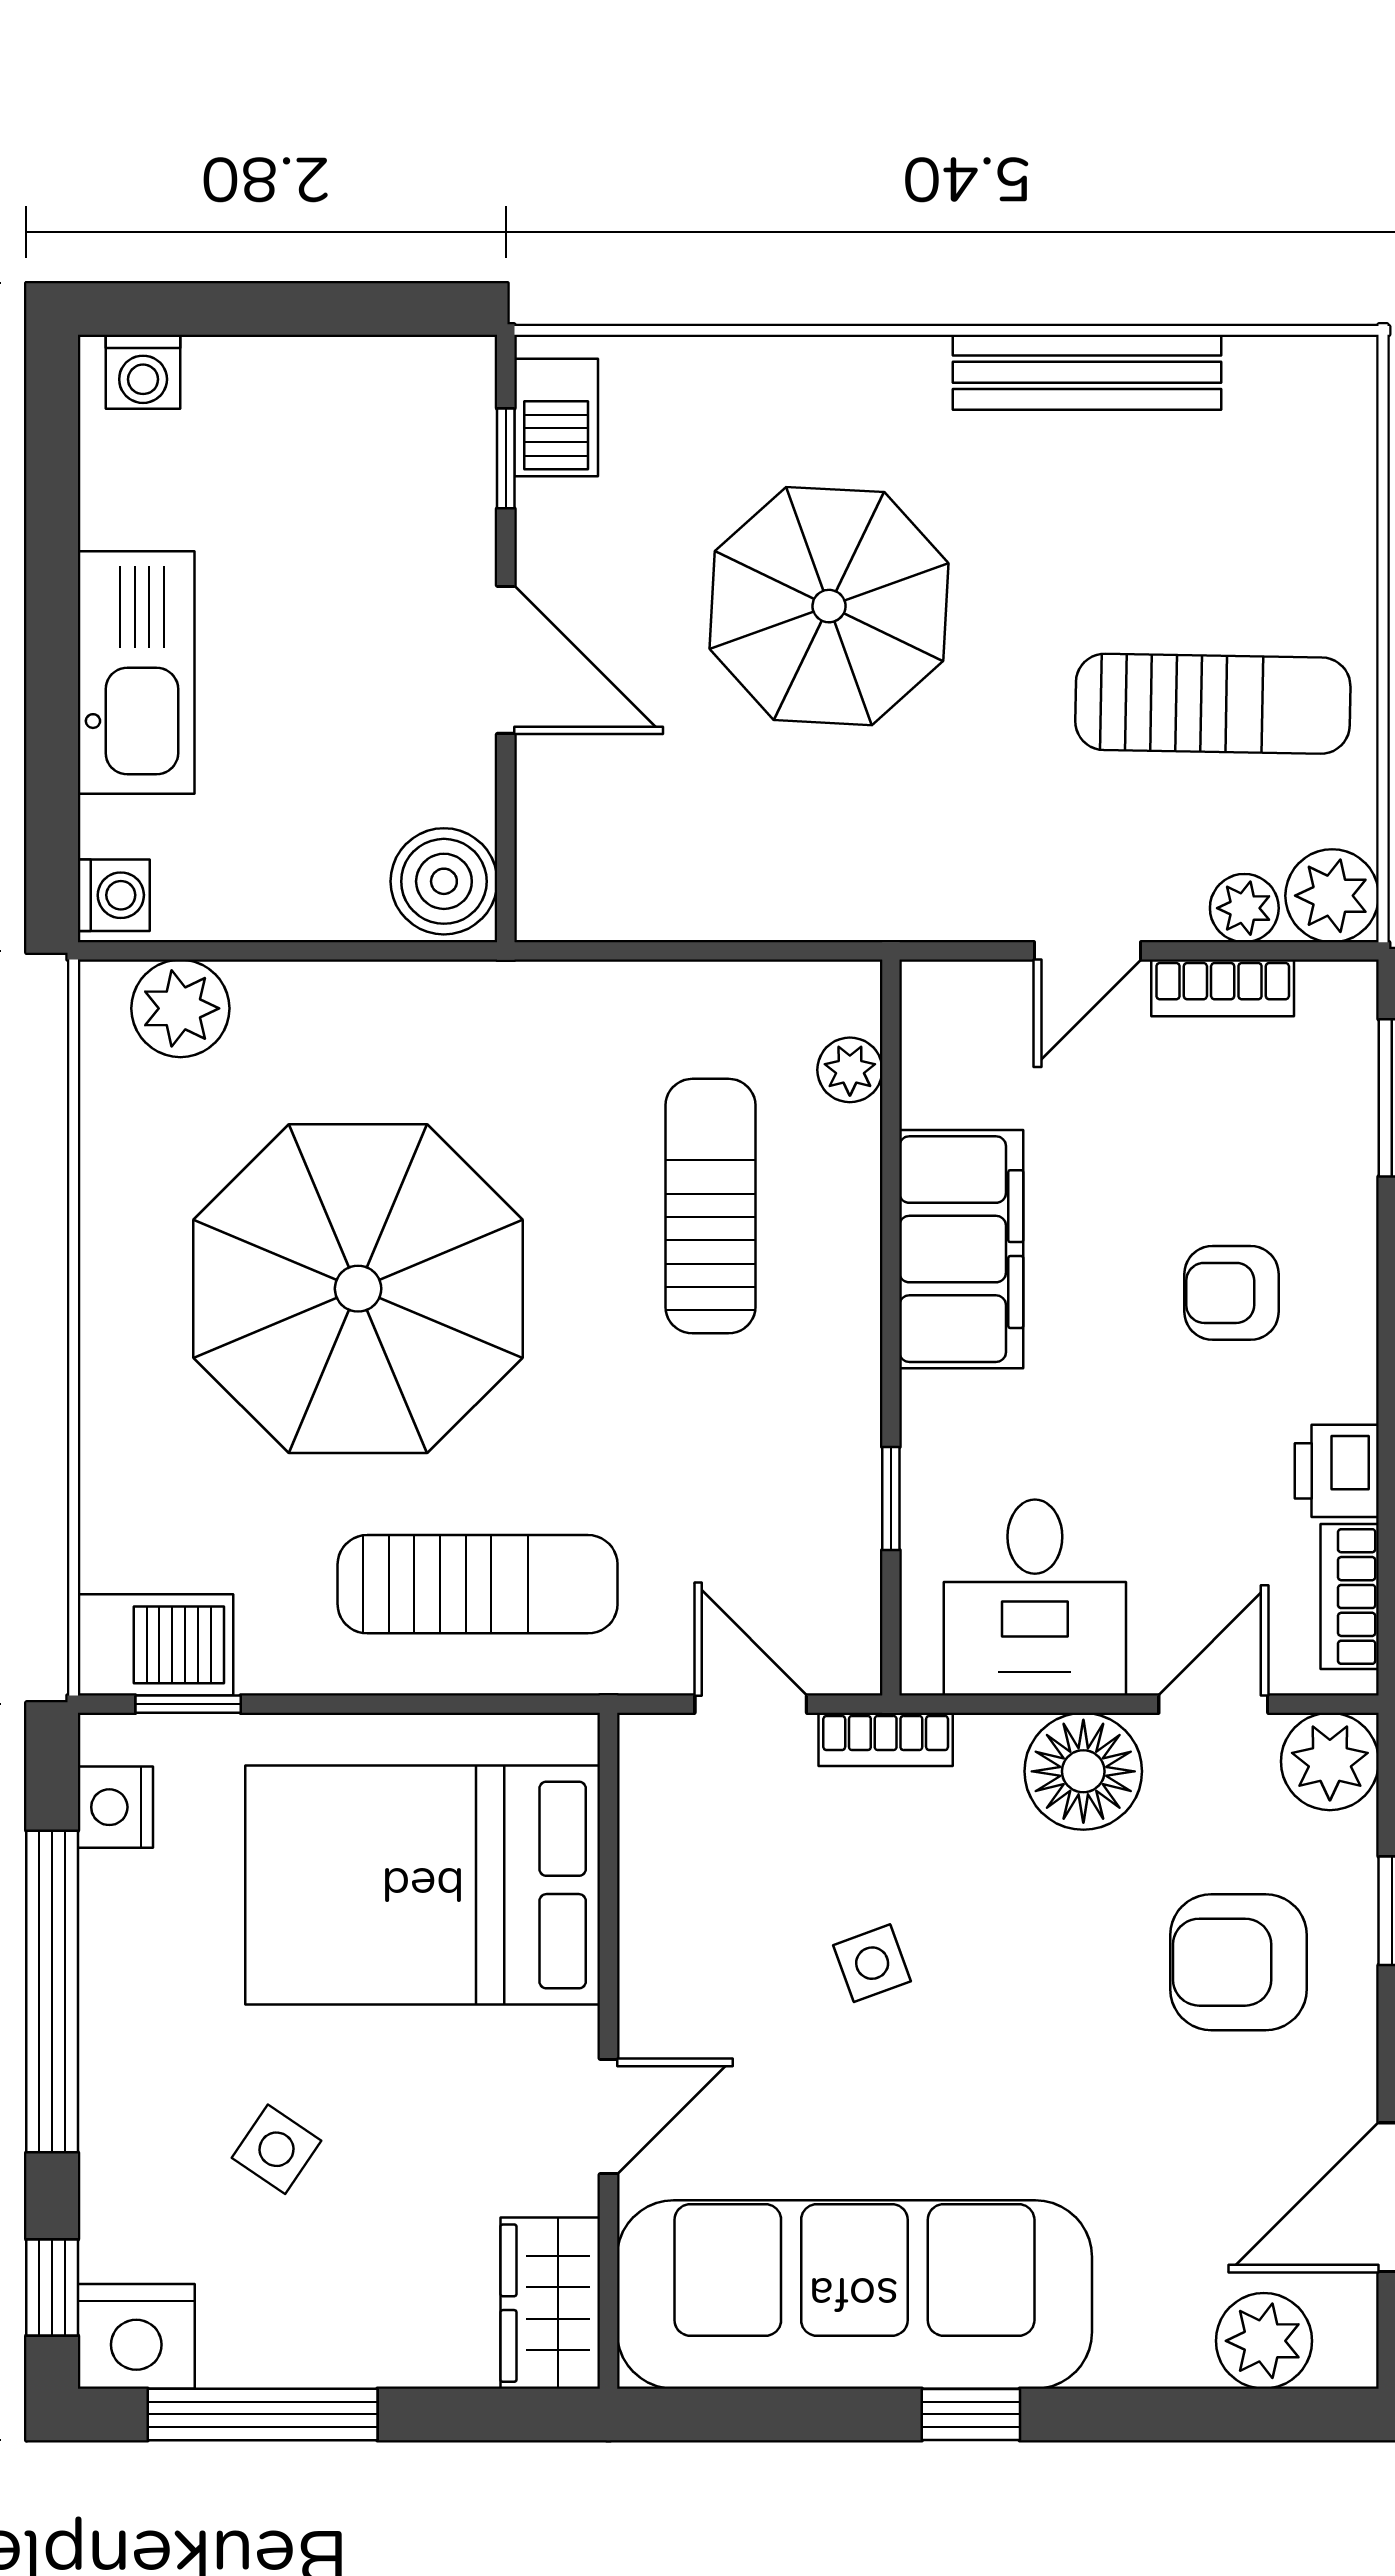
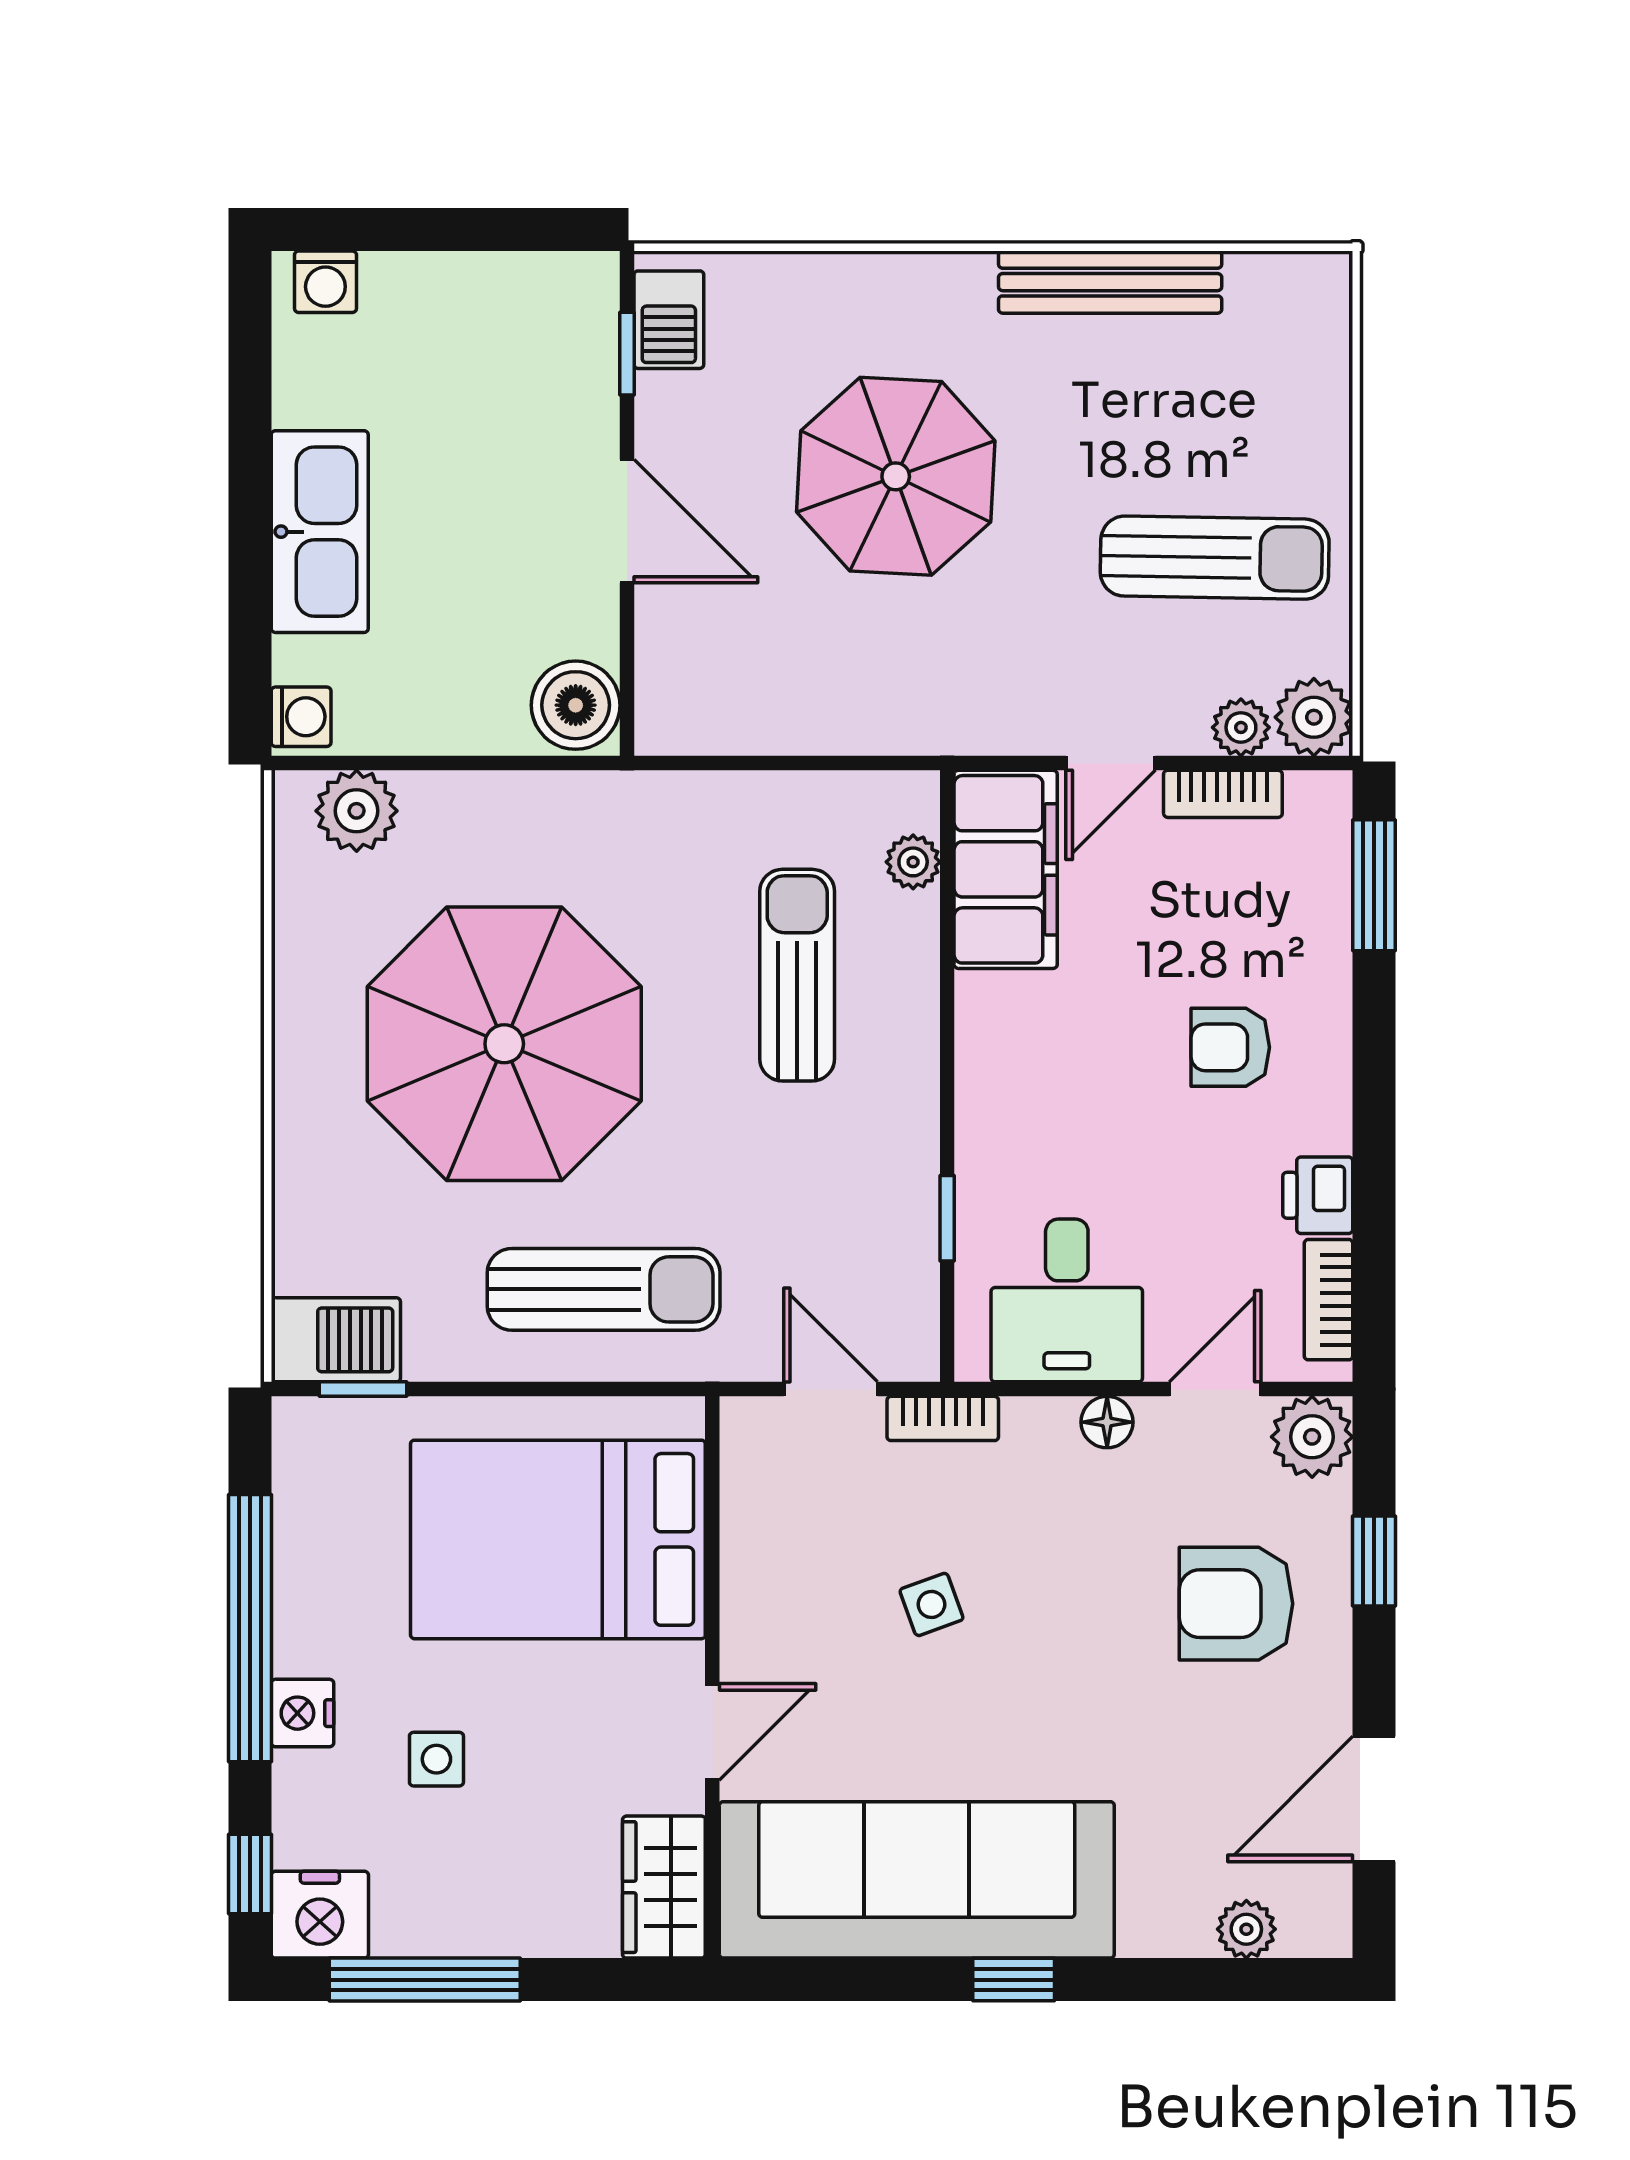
filing cabinet: (961, 1249) -> (1006, 869), moved
floor lamp: (1083, 1771) -> (1107, 1422), width x0.53, depth x0.53
nightstand: (115, 1807) -> (302, 1713), moved
side table: (277, 2149) -> (436, 1759), turned -34
plant: (1264, 2341) -> (1246, 1929), width x0.73, depth x0.73

